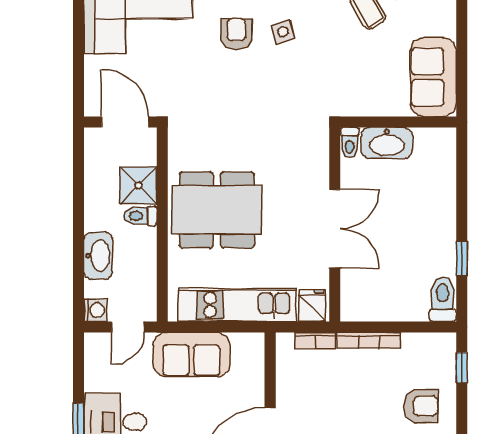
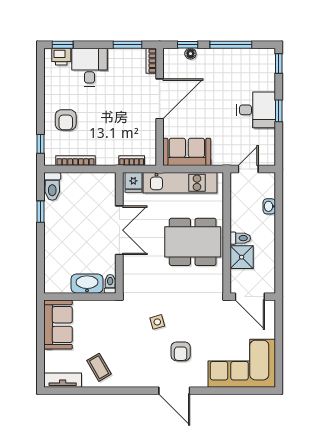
side table: (283, 32) -> (157, 322), moved
double door: (335, 229) -> (119, 230), swing flipped
washbasin: (98, 256) -> (269, 206), width x0.52, depth x0.69
washing machine: (95, 310) -> (268, 179), removed
bookcase: (369, 340) -> (75, 161), moved
sofa: (191, 355) -> (187, 152), moved
armchair: (421, 406) -> (66, 120), turned -90

